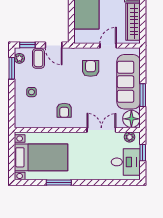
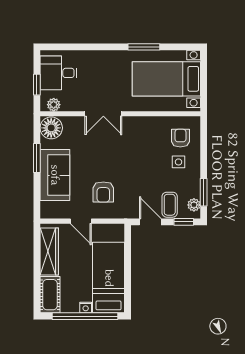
door: (108, 46) -> (81, 221), hinge flipped
sofa: (129, 82) -> (55, 175), width x0.73
armchair: (64, 110) -> (180, 138), moved
double door: (101, 130) -> (103, 114), moved

